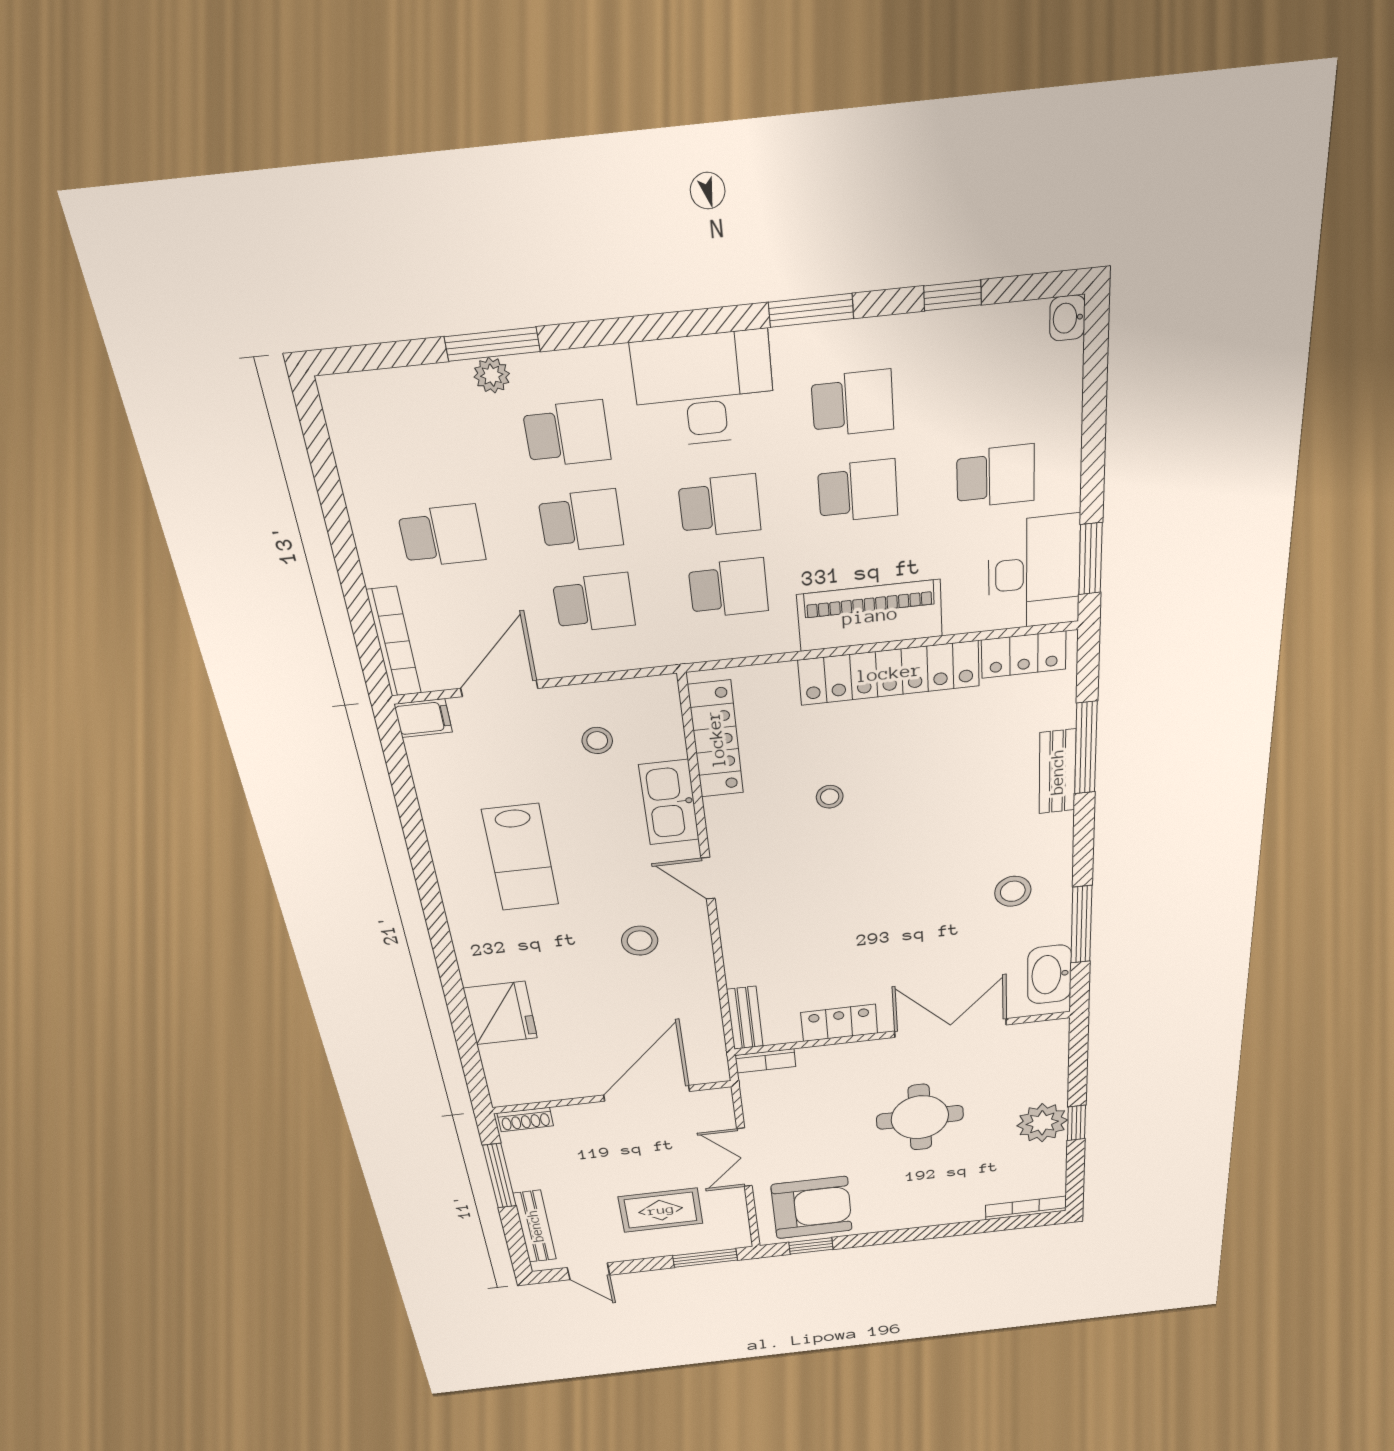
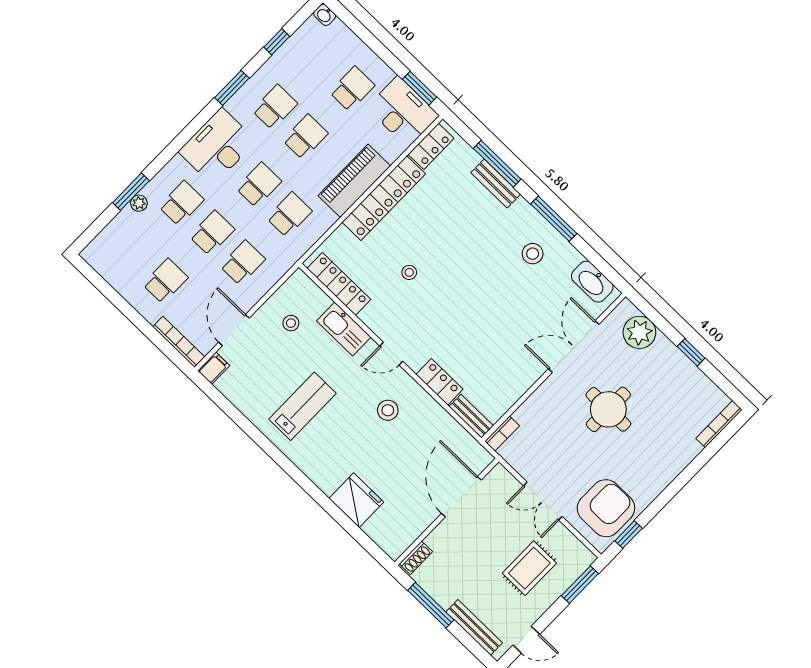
lab bench: (521, 858) -> (302, 406), turned -90
window: (1081, 925) -> (554, 219), moved
locker: (839, 1023) -> (439, 382), moved, turned 90
plant: (1042, 1123) -> (639, 332), moved

